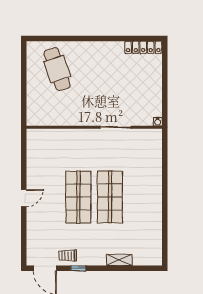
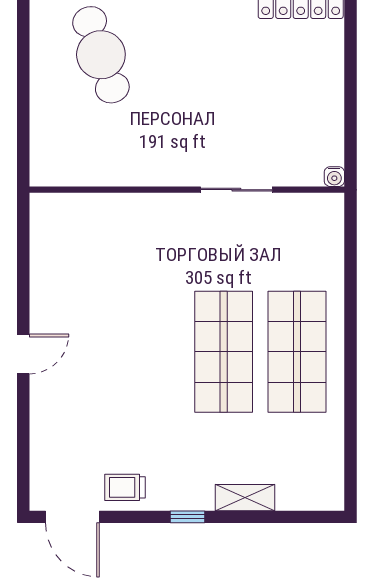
shop shelf: (78, 197) -> (297, 352), moved
window: (78, 268) -> (188, 517), moved

